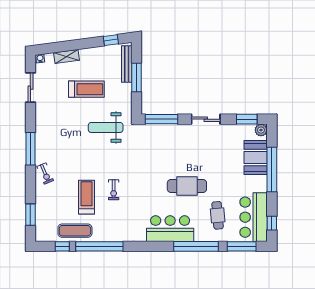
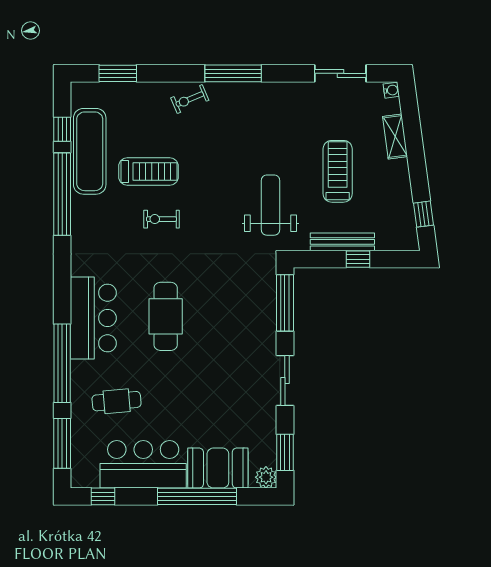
bench: (127, 64) -> (342, 242), moved
window: (136, 78) -> (358, 259), width x0.46
treadmill: (86, 89) -> (338, 171), turned 180
cafe table: (187, 186) -> (166, 316), moved
bar counter: (254, 217) -> (143, 464), moved
exercise mat: (75, 231) -> (90, 151), width x1.36, depth x1.45

